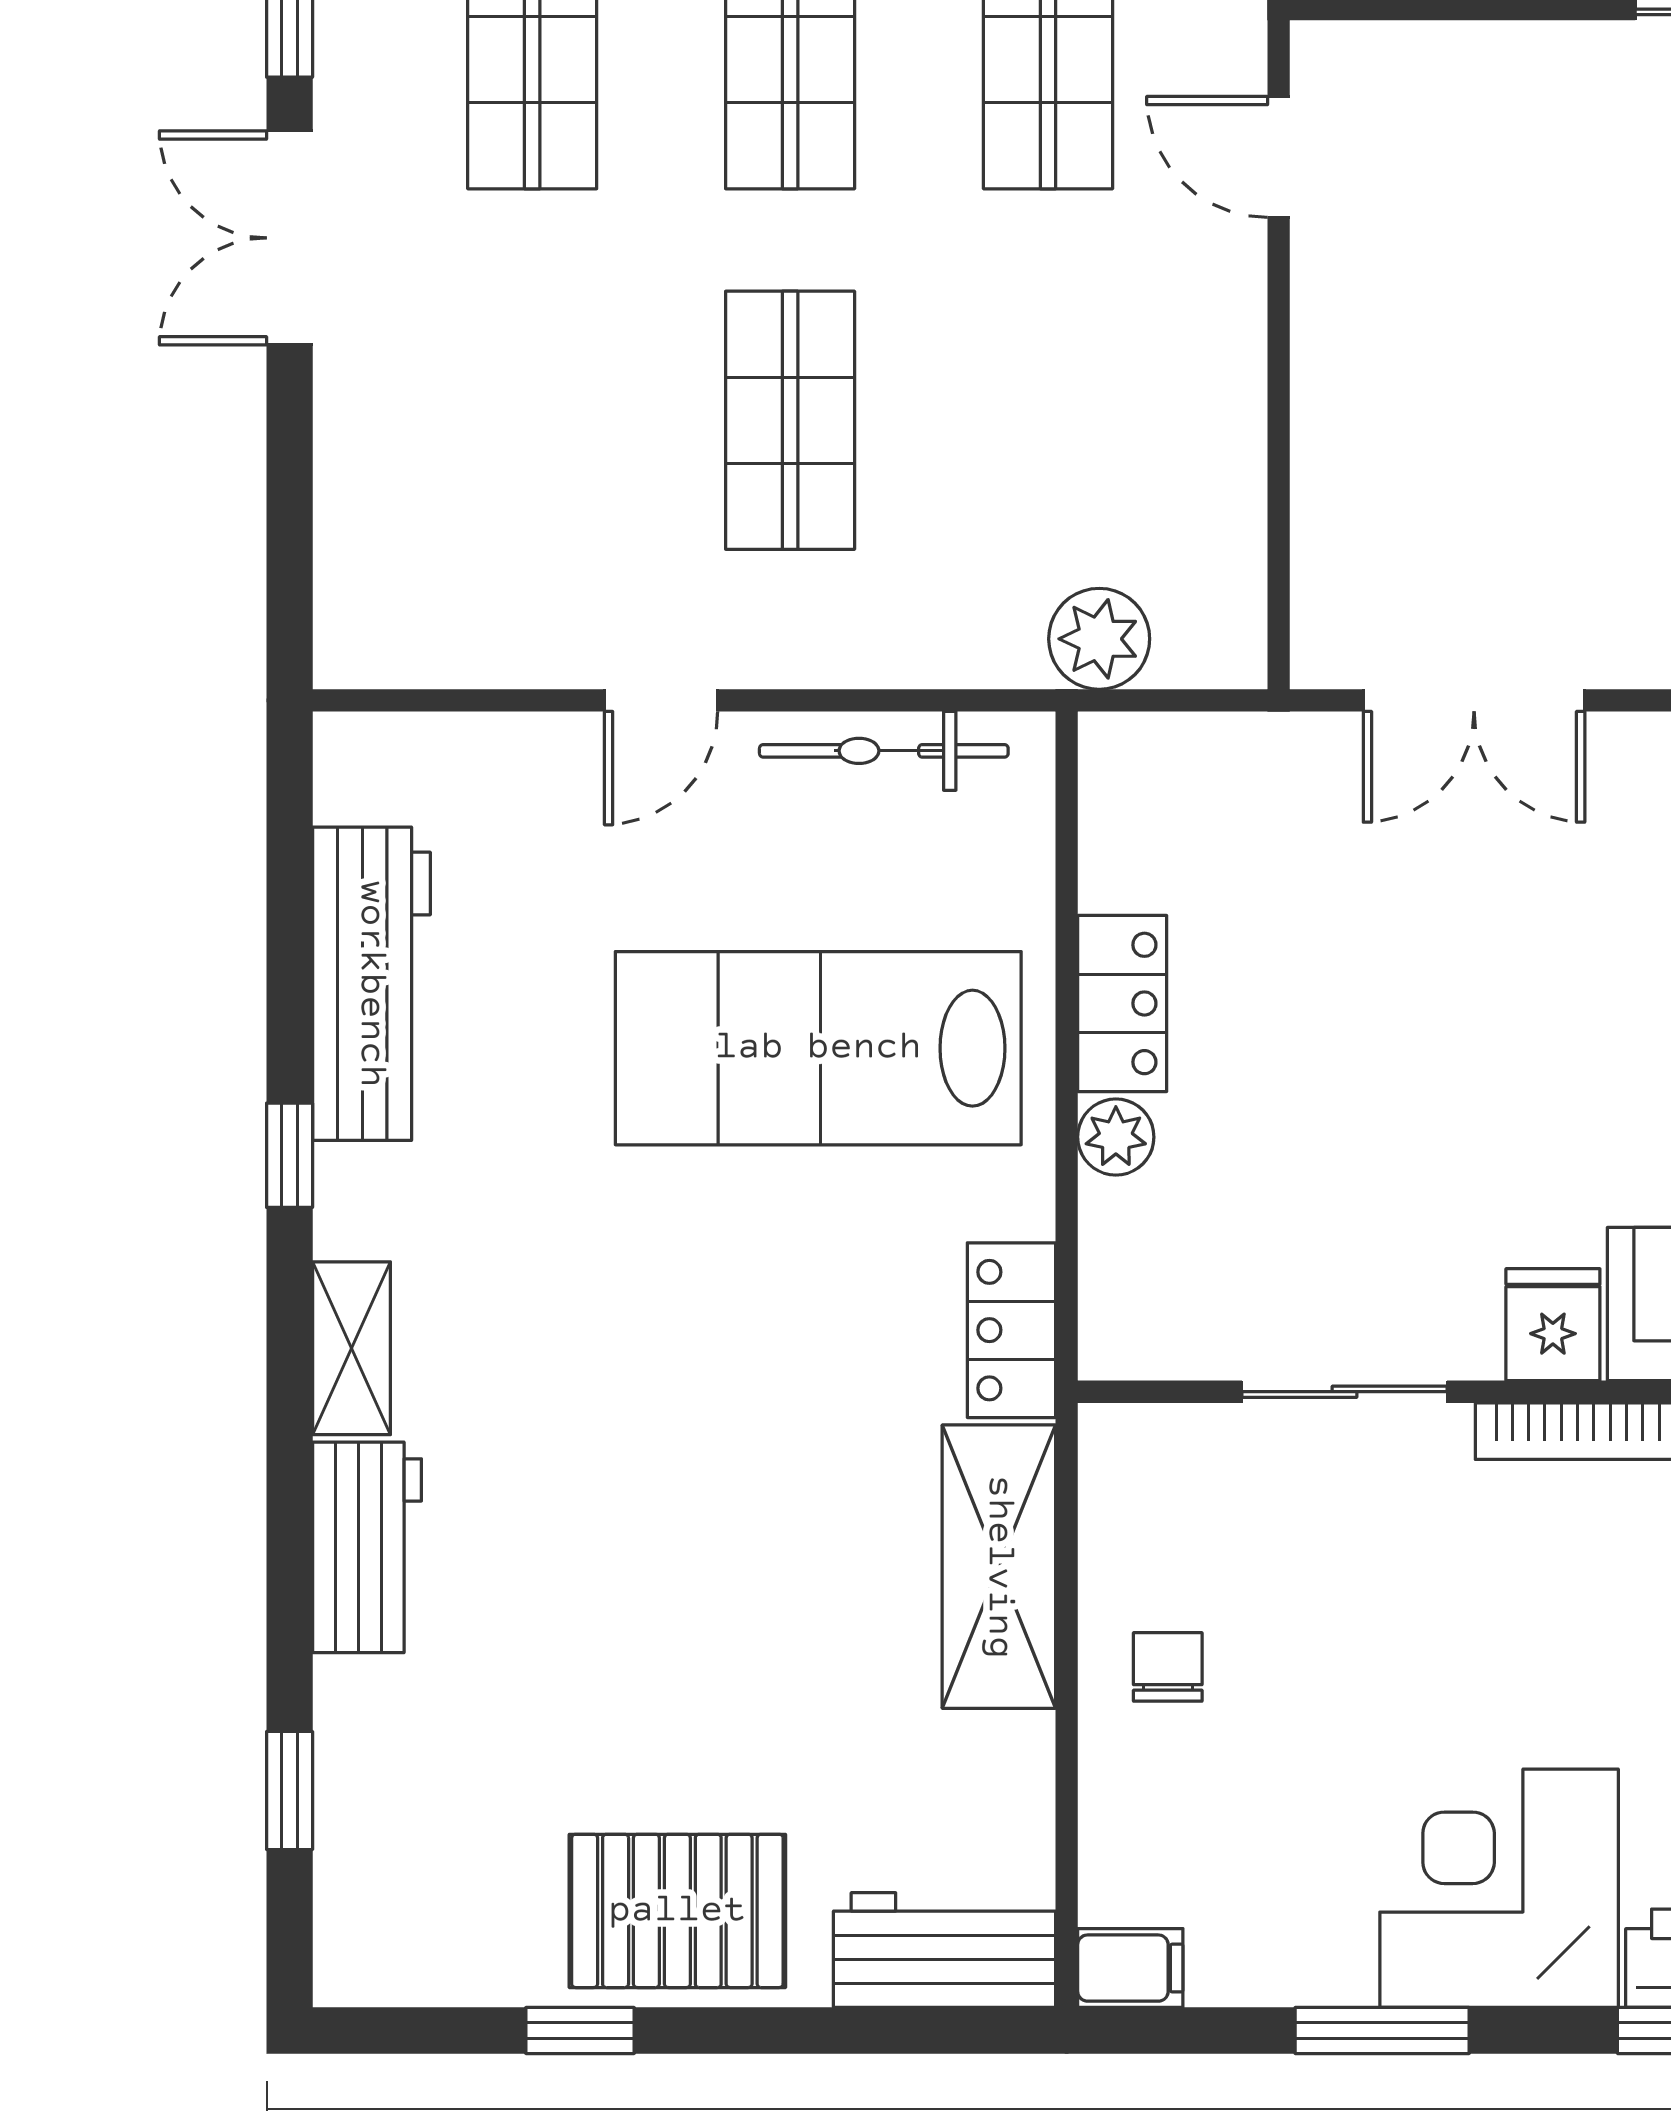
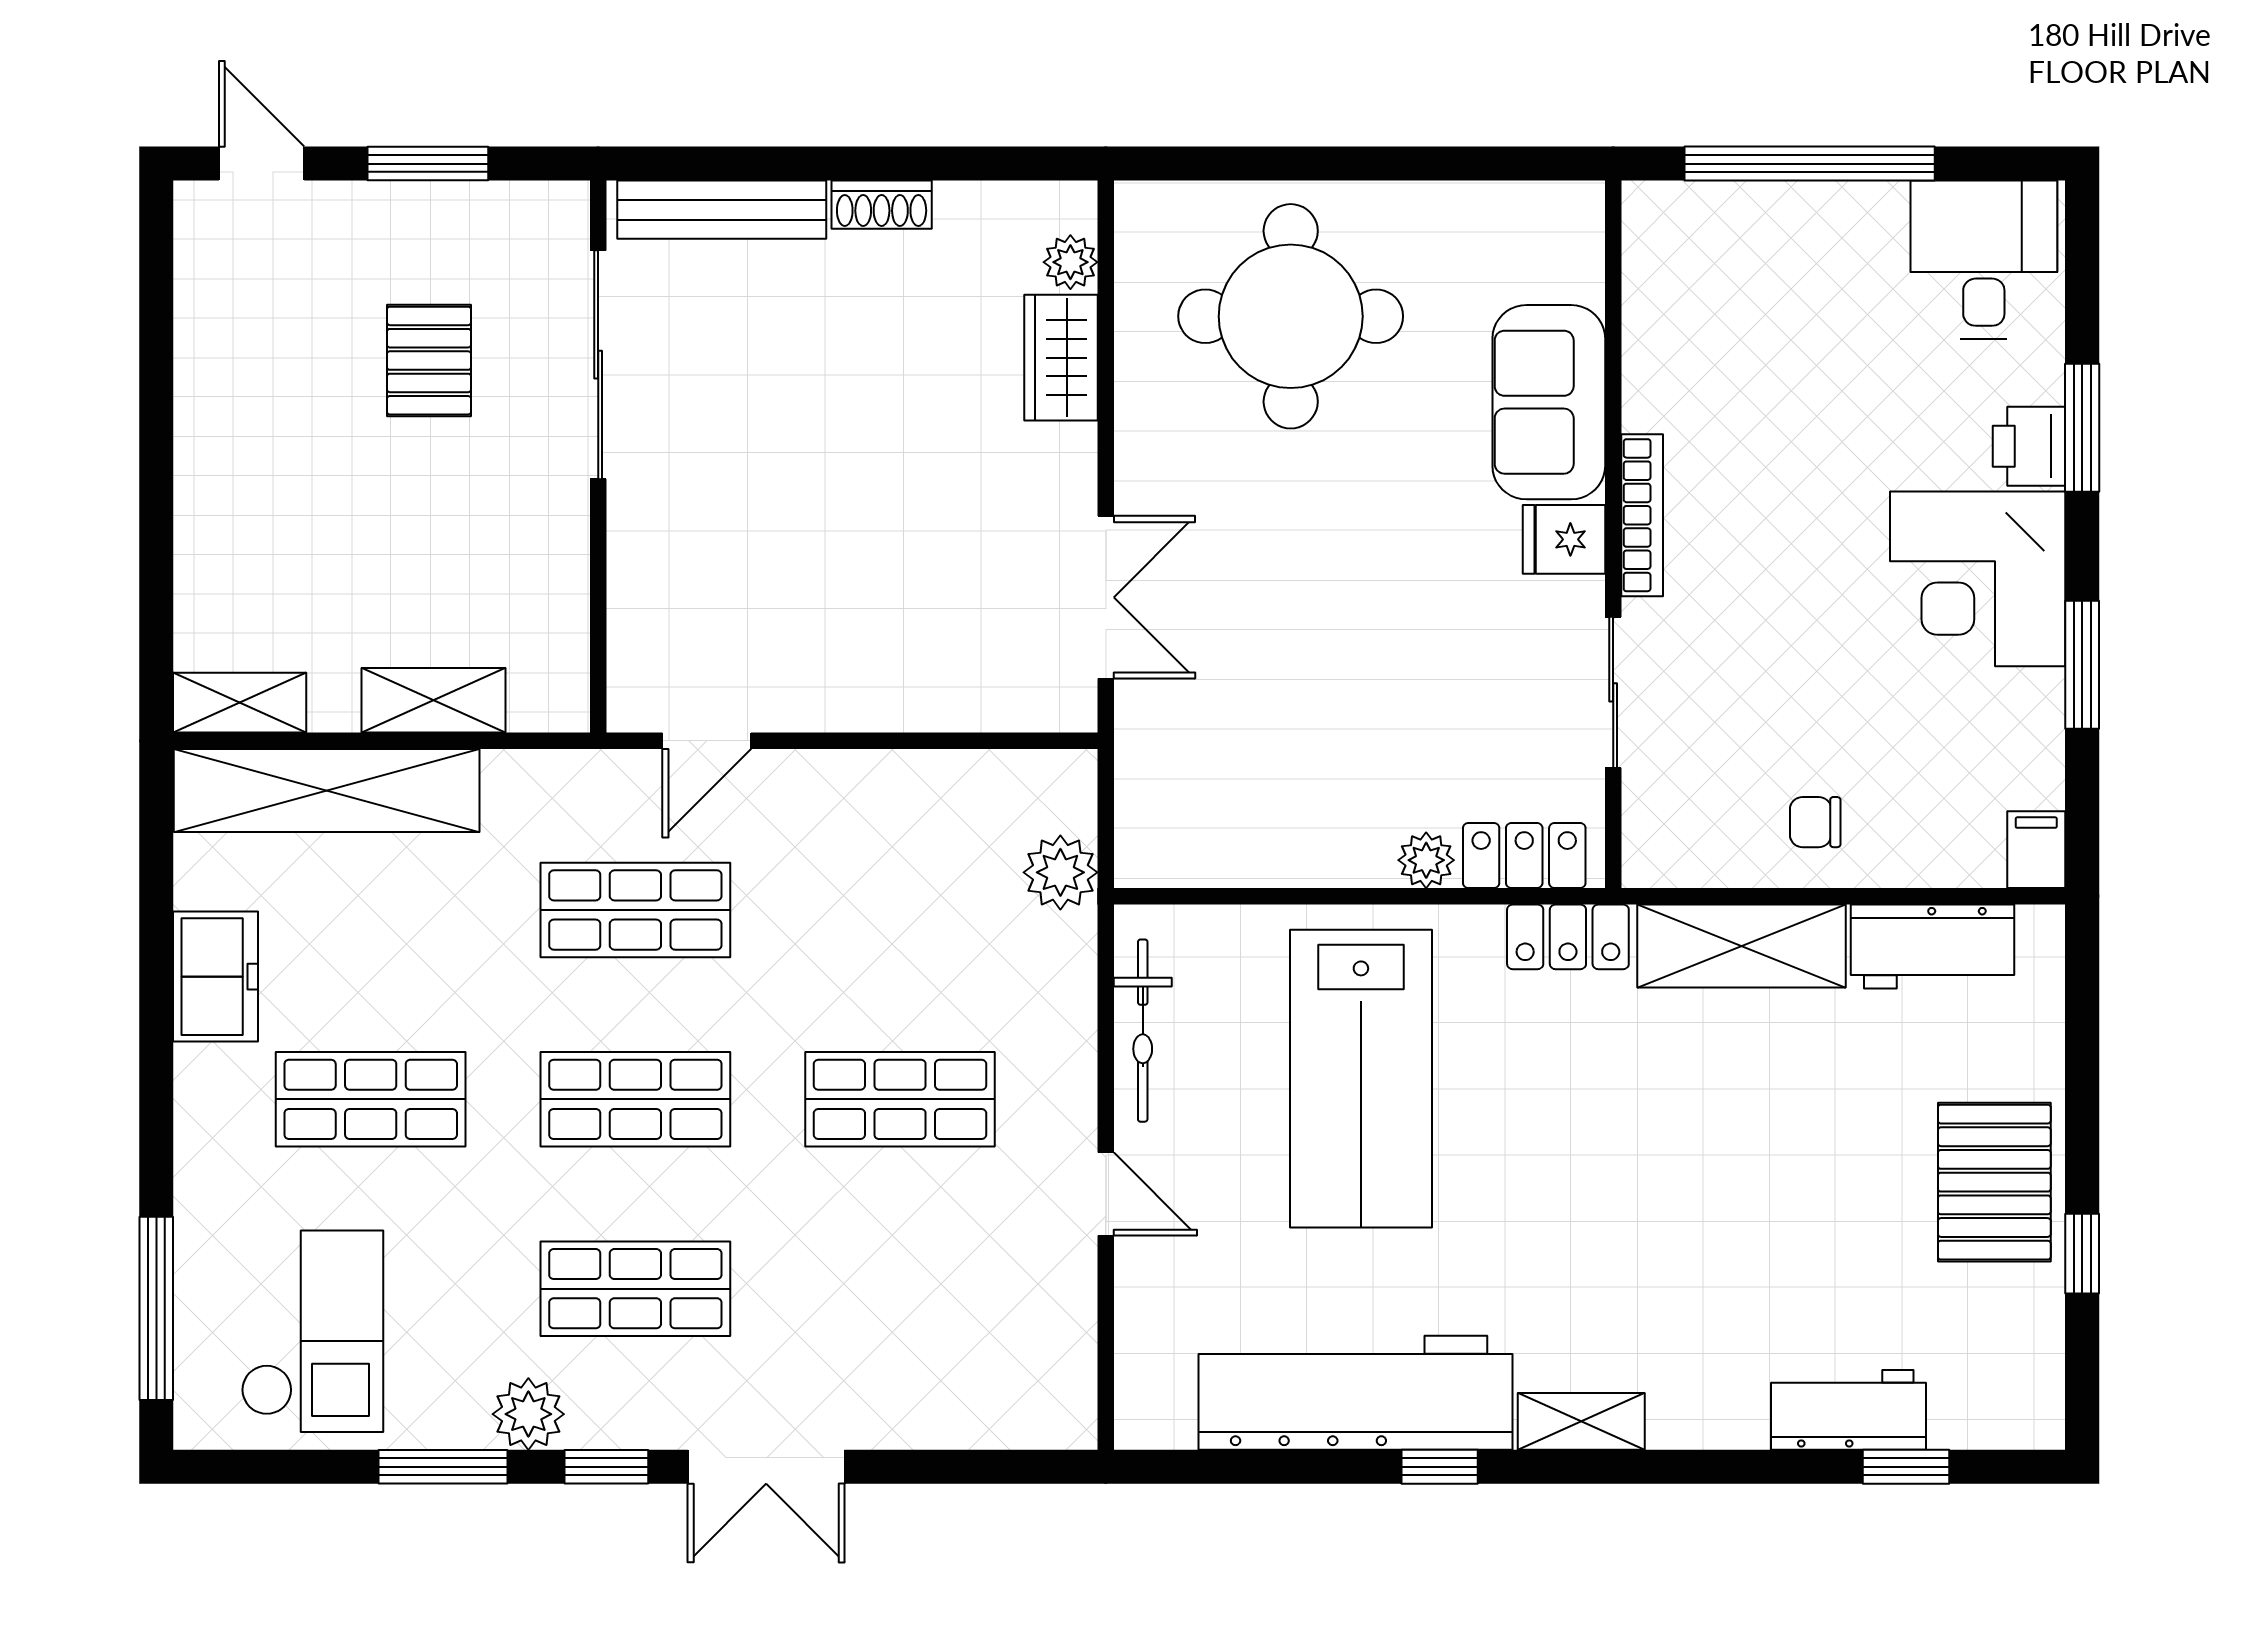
workbench: (371, 984) -> (1356, 1393), width x1.36, depth x1.32
locker: (1122, 1003) -> (1524, 856), moved
workbench: (367, 1547) -> (1848, 1410), moved
workbench: (945, 1950) -> (1933, 947), moved, turned -90

